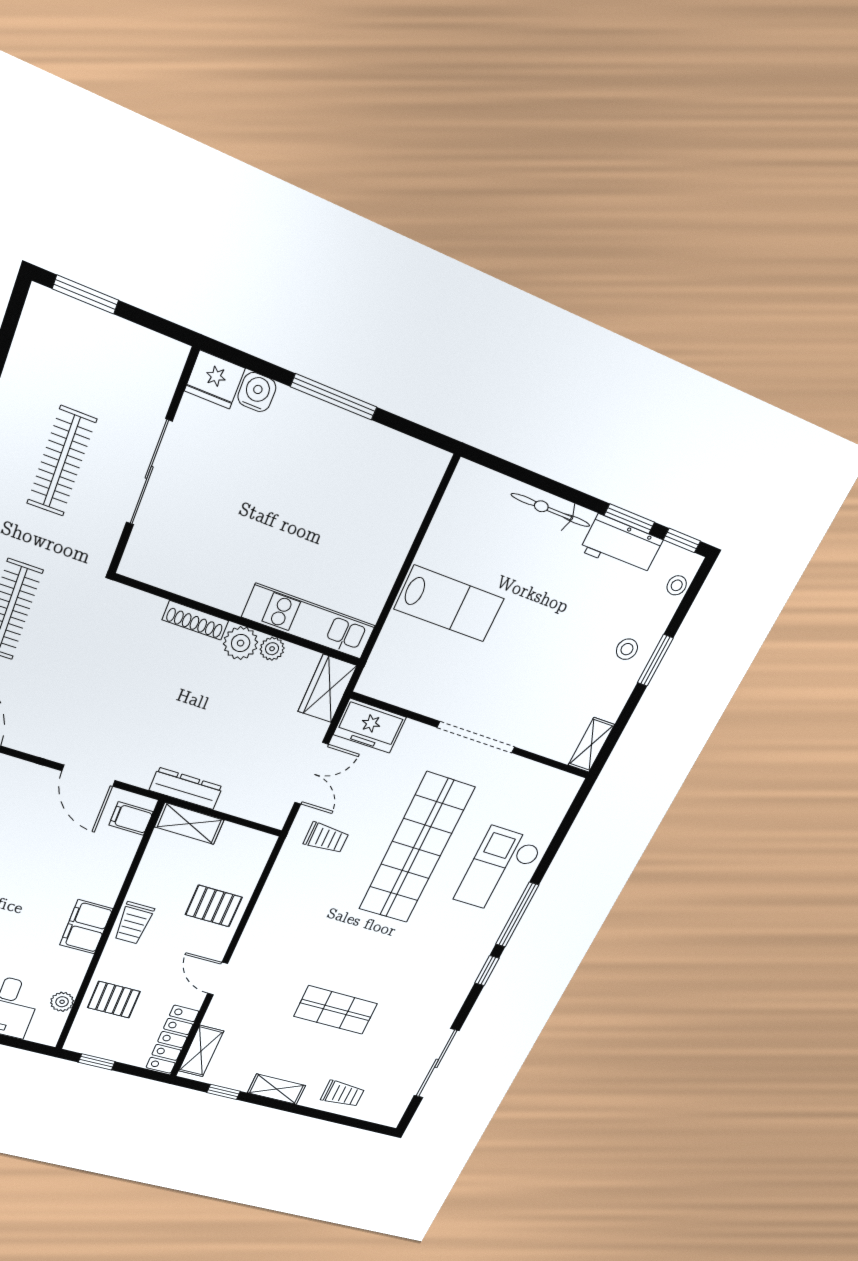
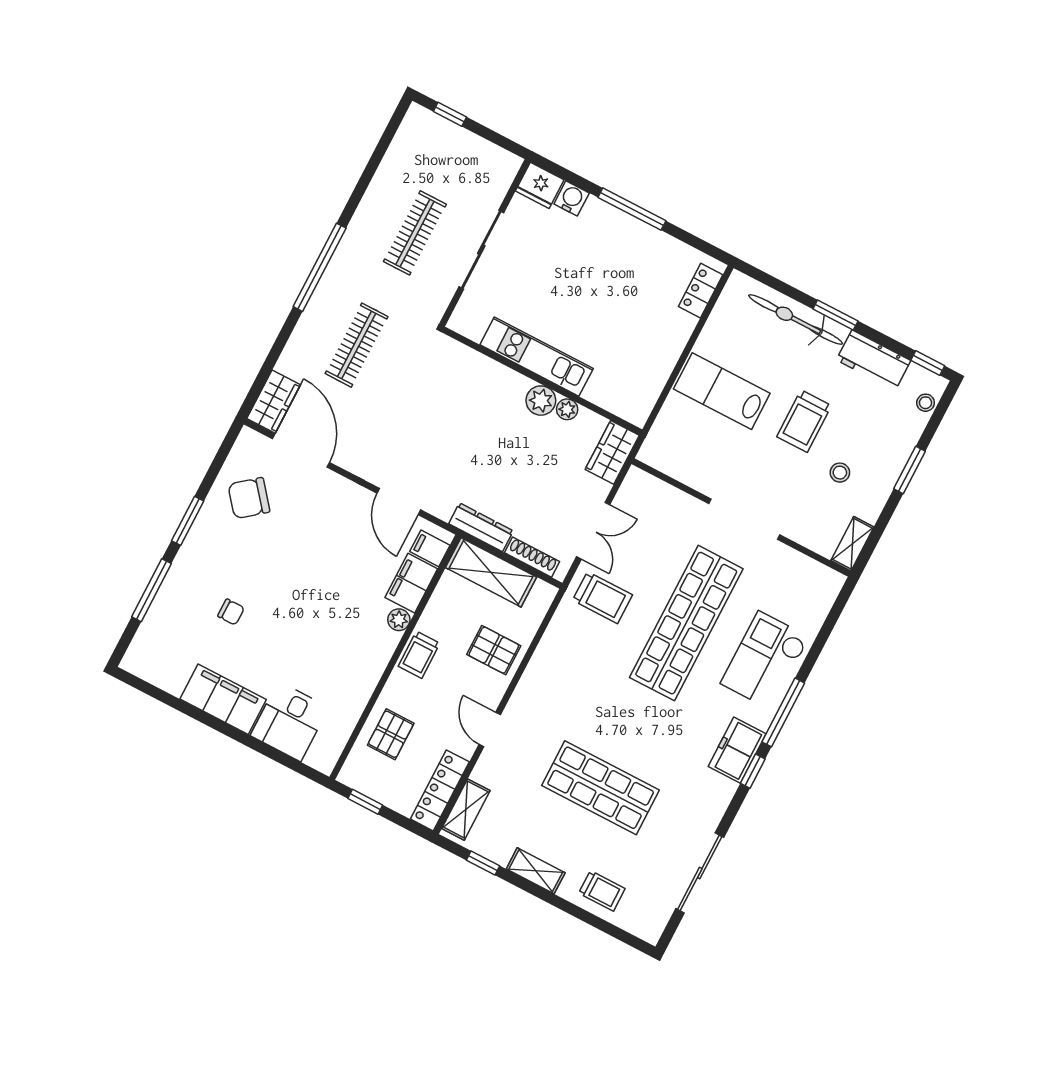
window: (86, 294) -> (450, 114), width x0.67
locker: (422, 489) -> (701, 291), added
bicycle: (551, 510) -> (796, 320), width x1.37, depth x1.40
window: (629, 519) -> (835, 315), moved
lab bench: (449, 604) -> (722, 391), turned 180
shoe rack: (195, 620) -> (532, 557), moved, turned 180
kitchen unit: (309, 621) -> (537, 357), moved
trolley: (542, 624) -> (804, 421), added
stool: (627, 649) -> (840, 473), moved
freezer: (370, 726) -> (737, 750), moved, turned 90
shelving: (189, 823) -> (491, 572), width x1.50, depth x1.33
trolley: (326, 838) -> (603, 598), width x1.36, depth x1.39
filing cabinet: (86, 927) -> (411, 583), moved
pallet: (114, 1000) -> (391, 734), turned 90
plant: (62, 1002) -> (399, 620), moved
shop shelf: (336, 1010) -> (601, 788), width x1.43, depth x1.36

